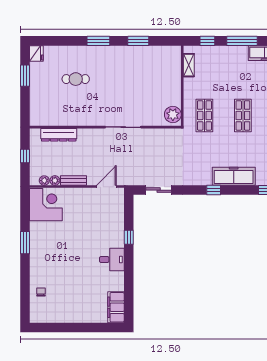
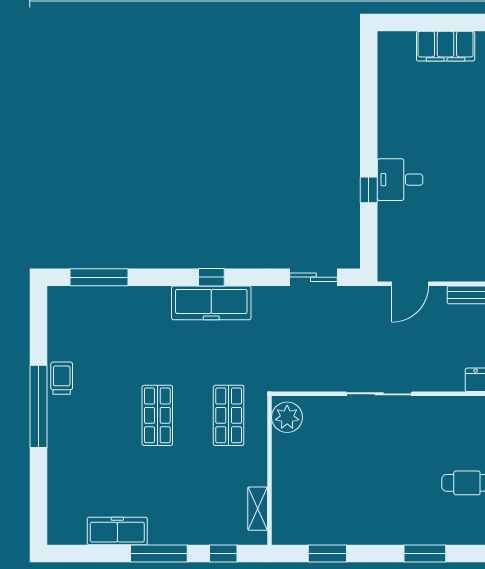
window: (138, 41) -> (327, 554), moved
freezer: (234, 176) -> (211, 303), moved
desk: (112, 260) -> (400, 180), moved
filing cabinet: (116, 307) -> (446, 46), moved, turned 90

